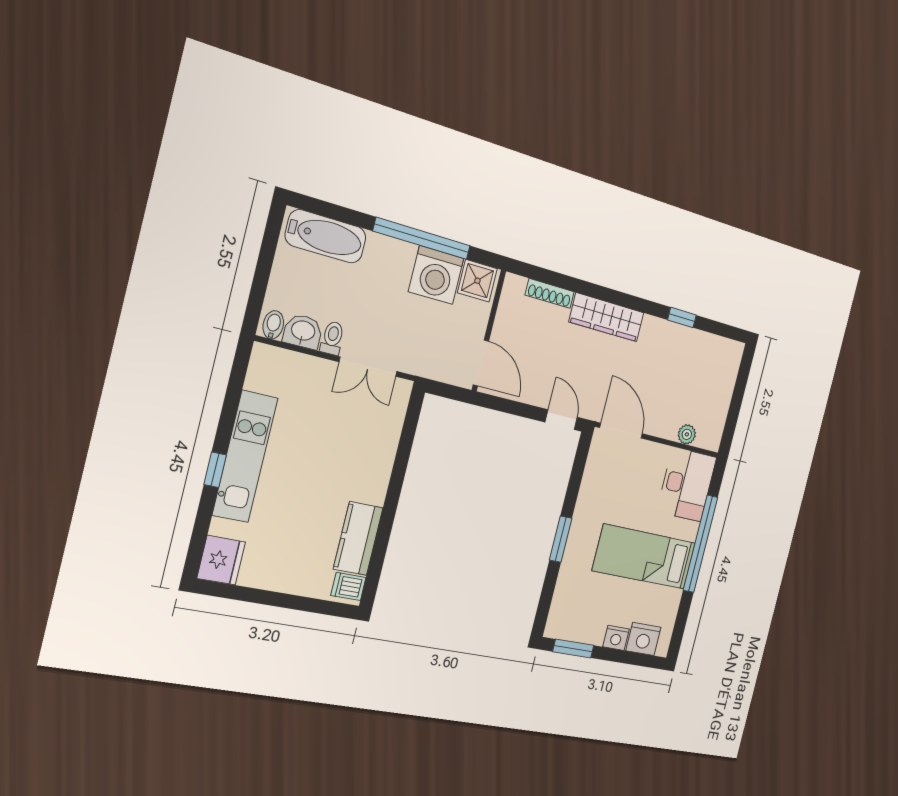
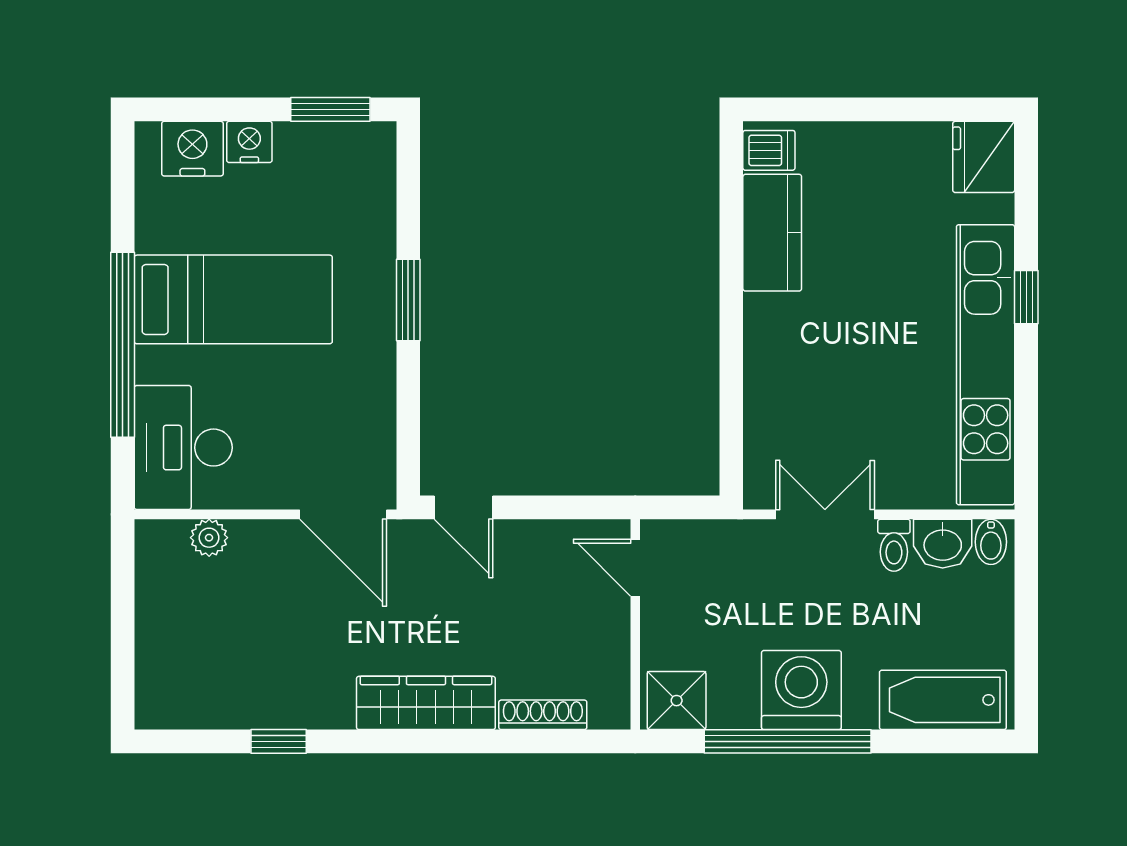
washing machine: (436, 275) -> (801, 690), moved
door: (481, 363) -> (635, 568), width x0.73
kitchen unit: (245, 457) -> (986, 365), width x1.36

